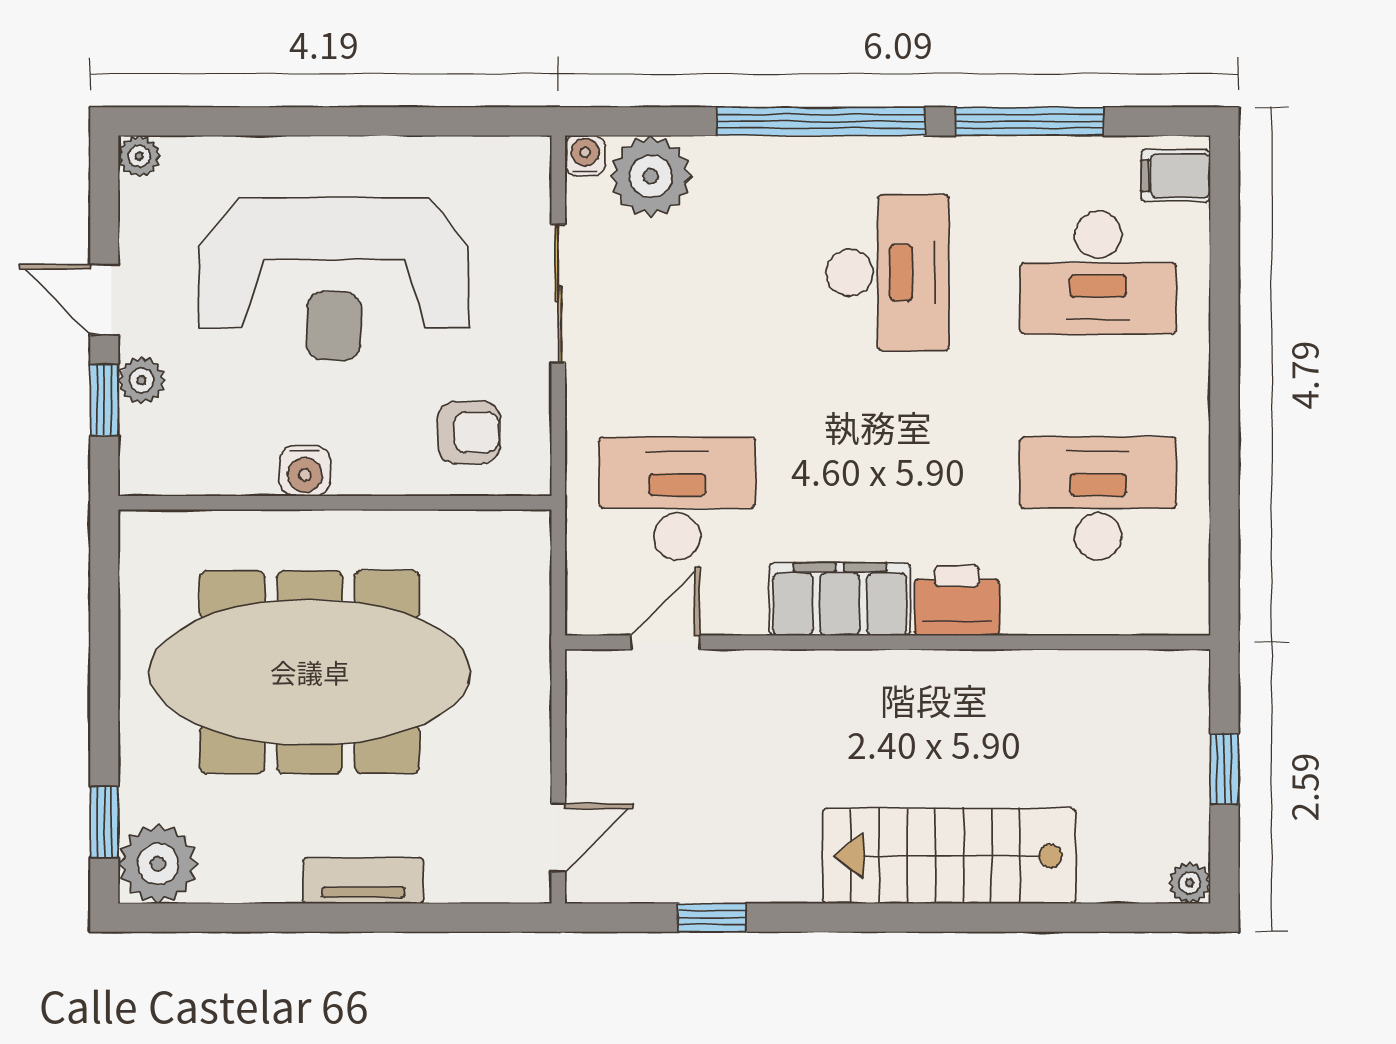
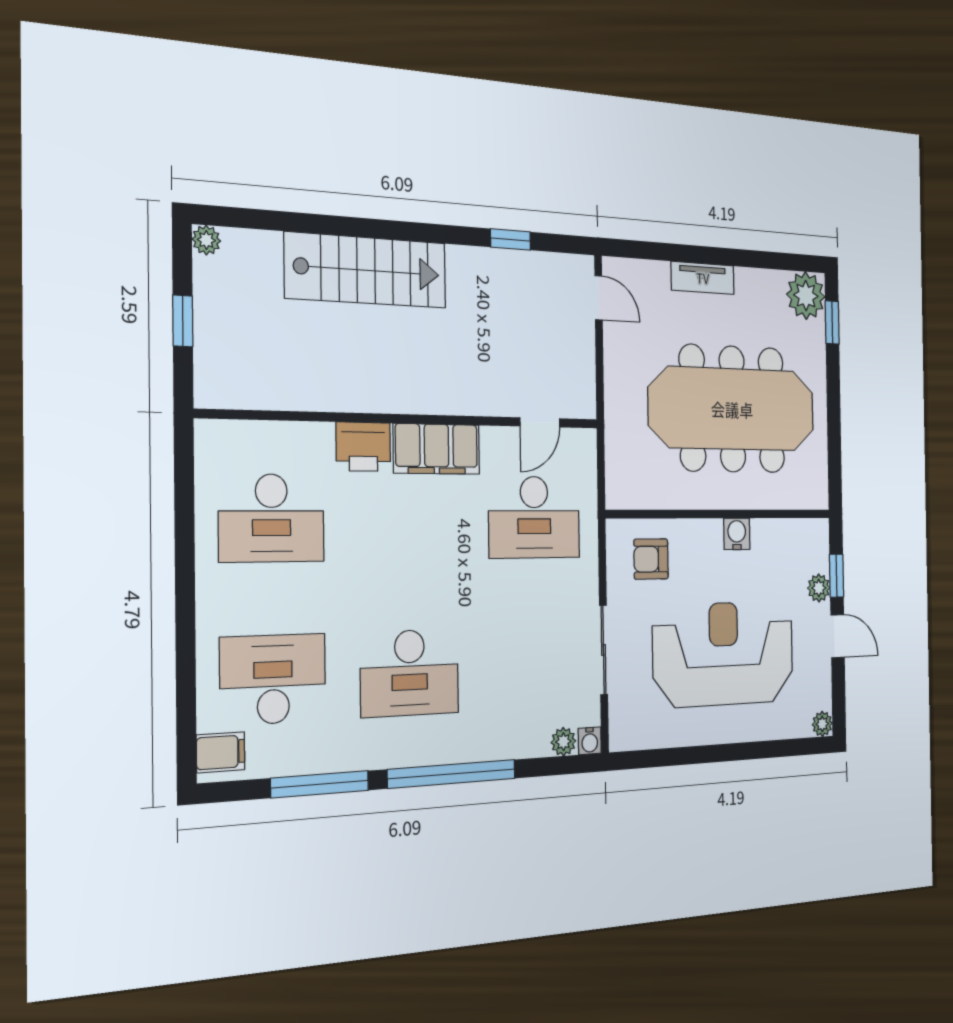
plant: (651, 176) -> (563, 742), width x0.53, depth x0.53
desk: (888, 273) -> (410, 673), turned -90
door: (558, 838) -> (599, 298), swing flipped

